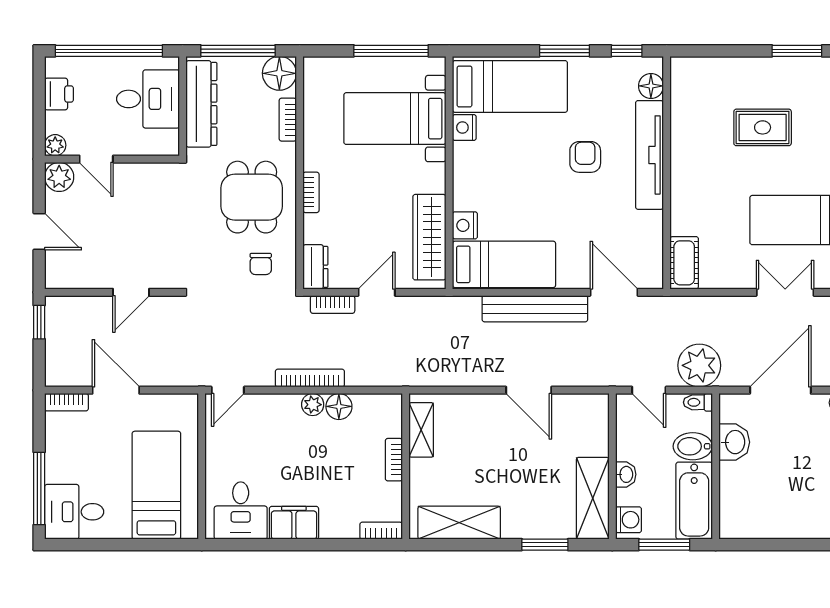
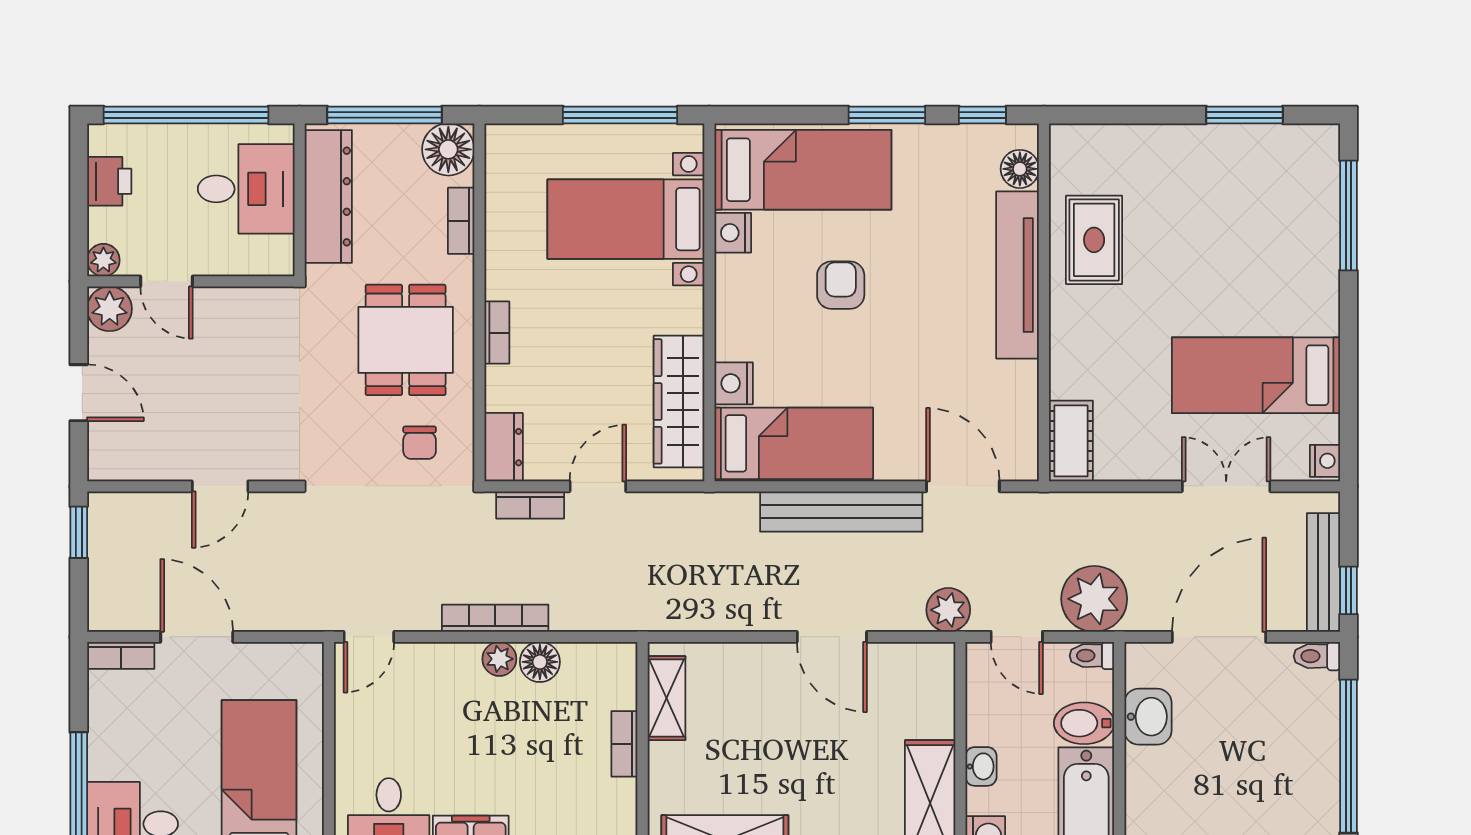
rug: (763, 127) -> (1094, 240), moved, turned 90
armchair: (585, 157) -> (841, 285), moved
plant: (604, 373) -> (948, 610), added

